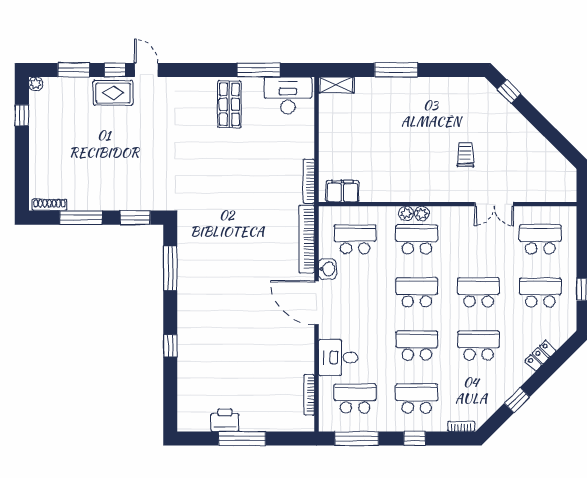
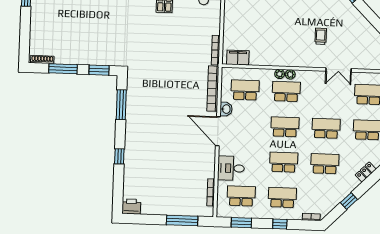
printer: (225, 420) -> (131, 206), moved
window: (242, 438) -> (182, 220), moved
window: (357, 438) -> (241, 223), width x0.69

